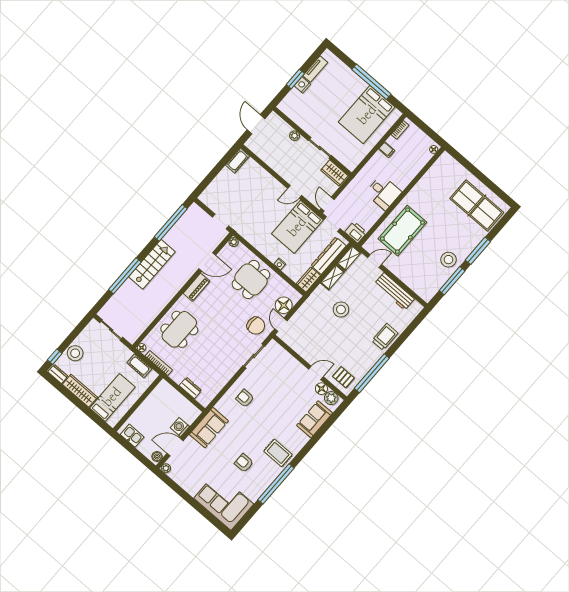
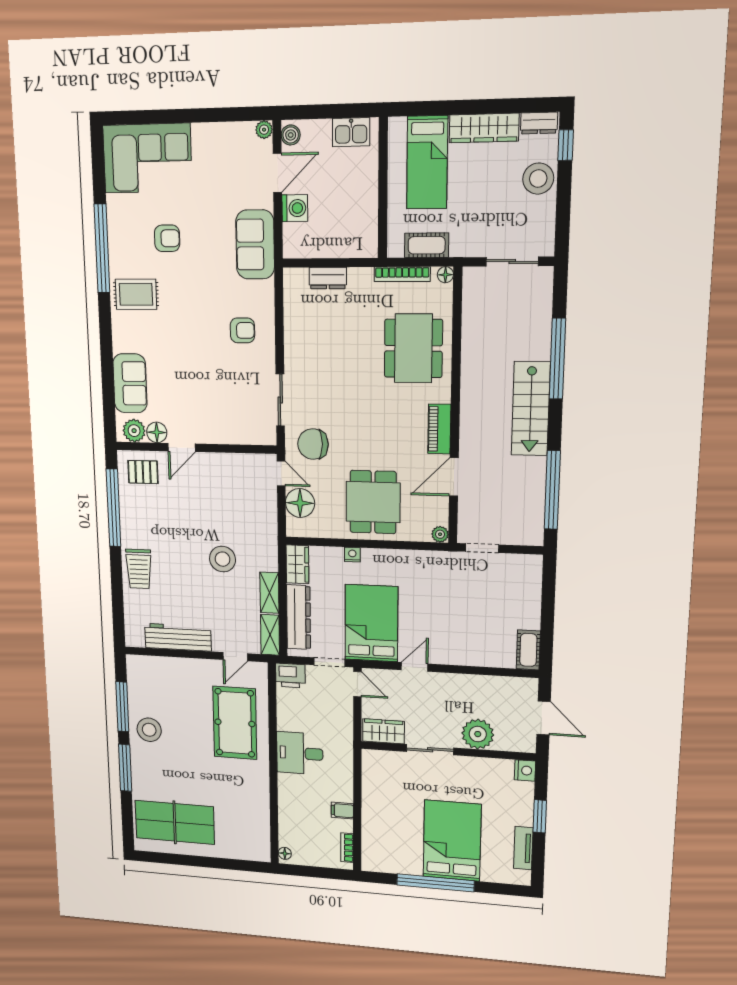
nightstand: (302, 85) -> (525, 770), moved
bed: (367, 115) -> (452, 841), moved
plant: (295, 136) -> (478, 734), width x1.87, depth x1.87

